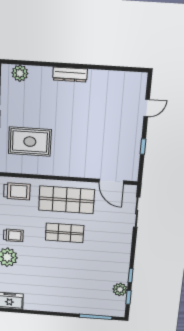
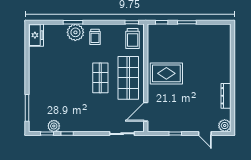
plant: (20, 73) -> (225, 126), moved
dresser: (70, 75) -> (226, 96), moved
rug: (30, 142) -> (166, 73), moved, turned 90

